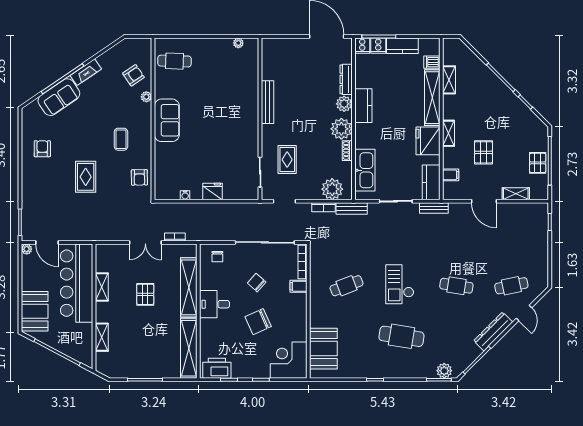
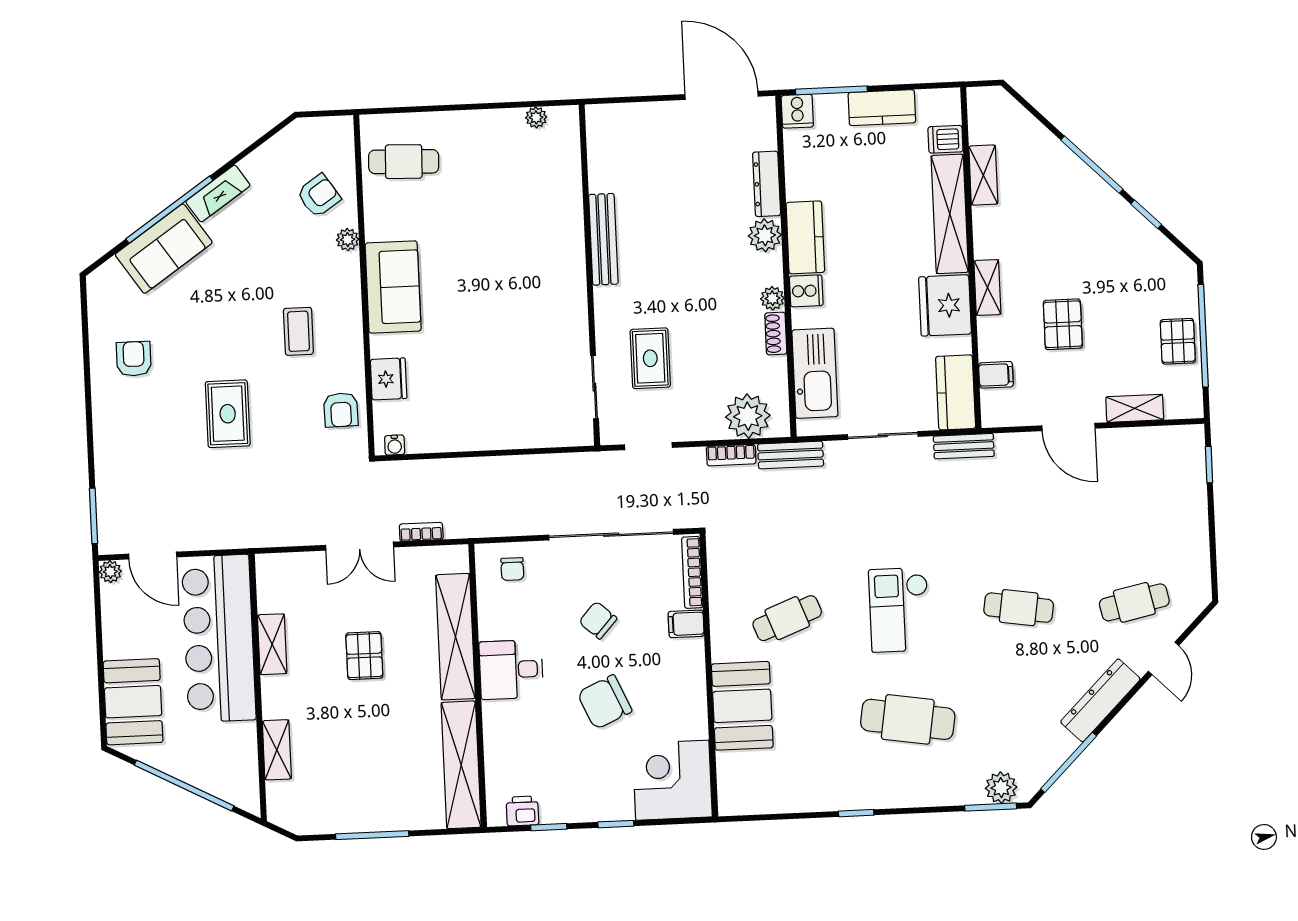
cooker: (378, 46) -> (806, 291), moved, turned -90
plant: (341, 129) -> (772, 298), width x0.53, depth x0.53
fridge: (212, 192) -> (389, 379), moved, turned 90
water cooler: (185, 195) -> (395, 445), moved
booth: (323, 349) -> (742, 706), moved
printer: (217, 368) -> (522, 811), width x0.53, depth x0.68

